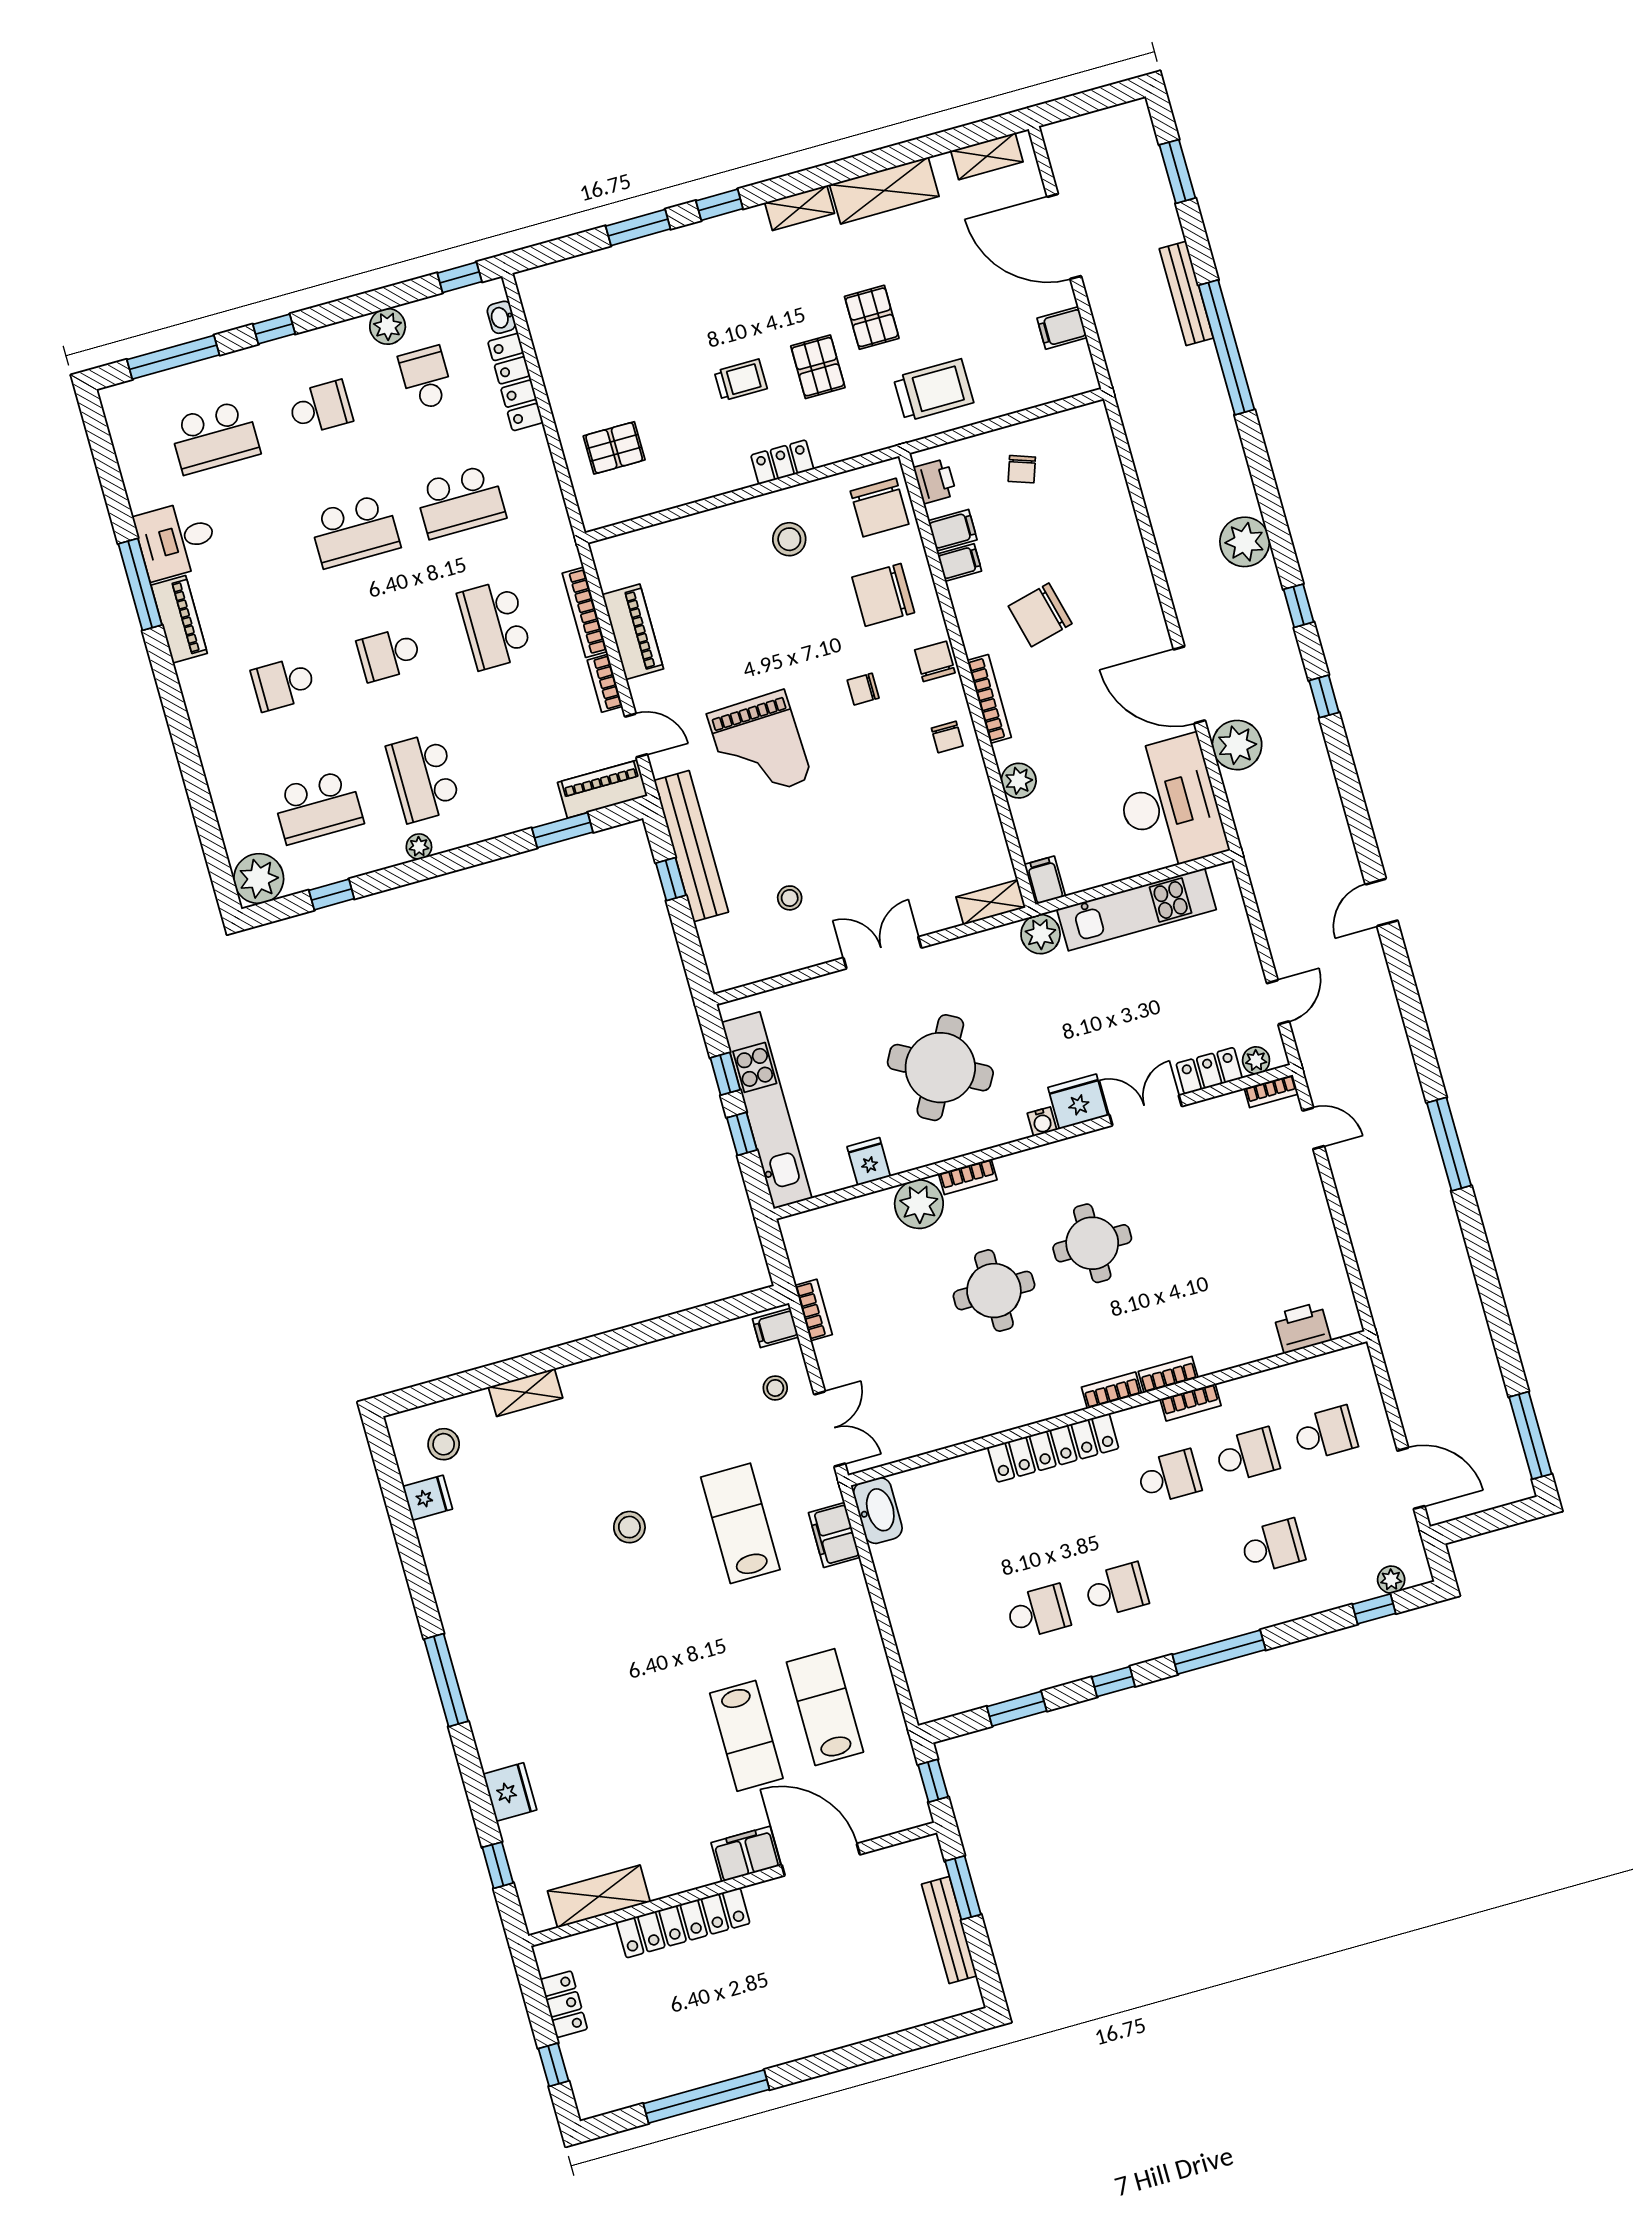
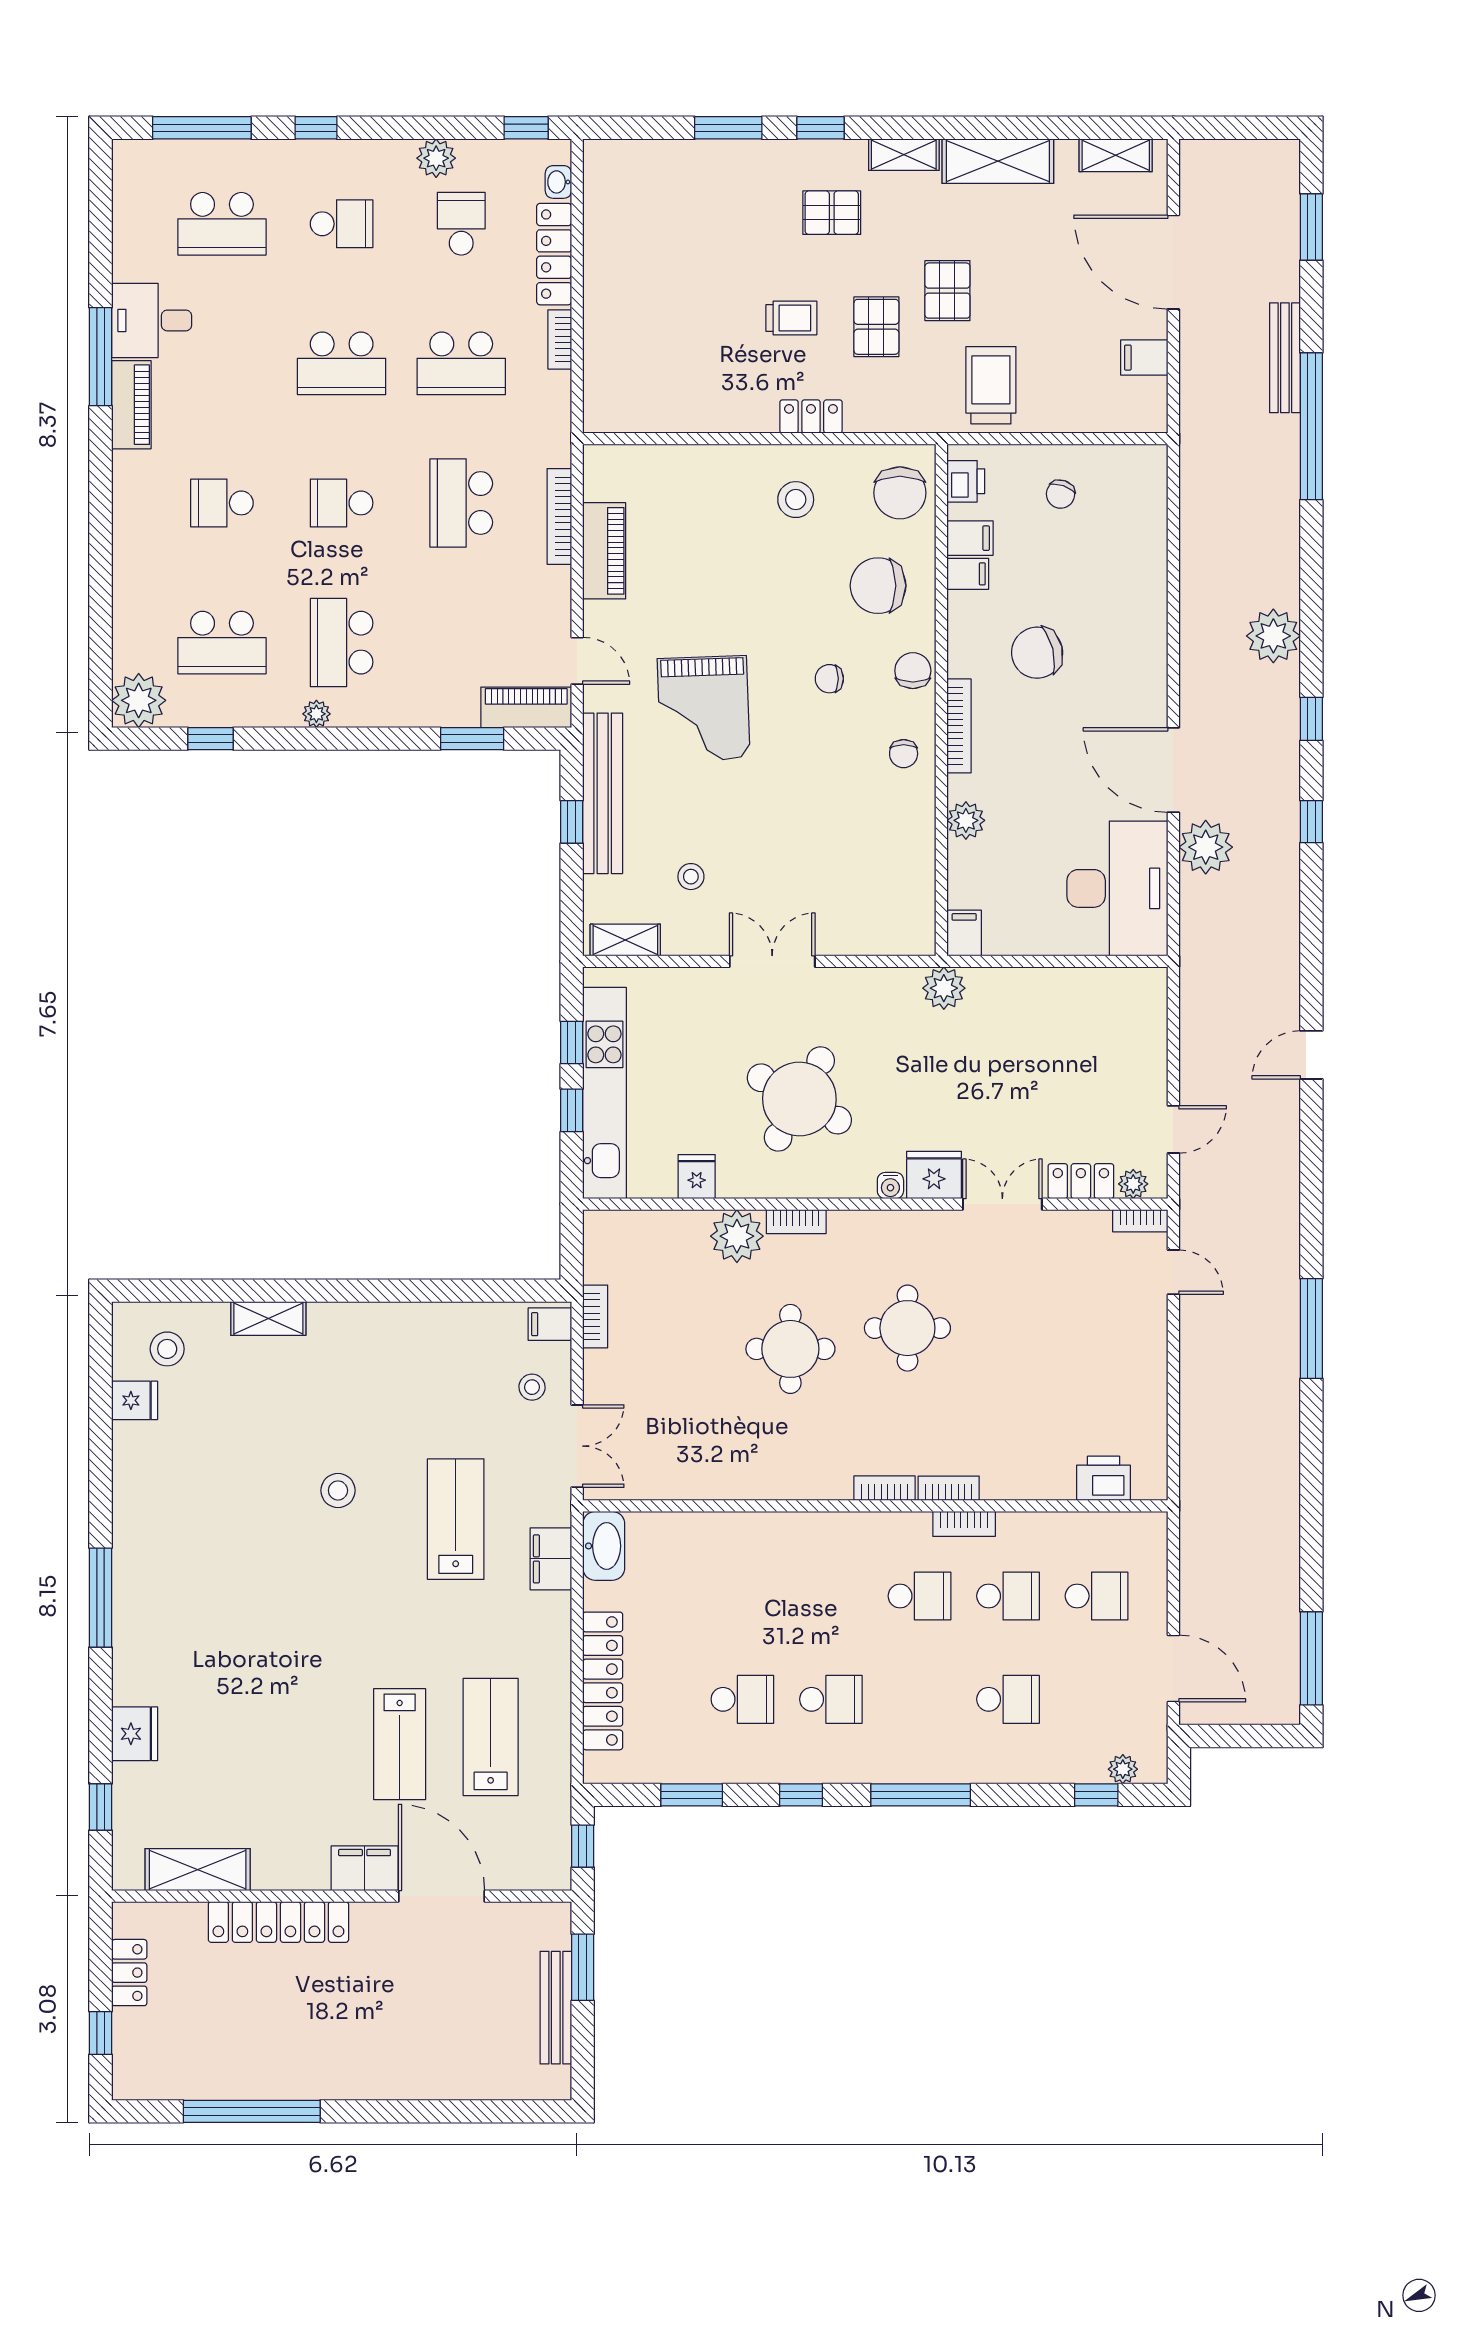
trolley: (933, 390) -> (991, 385), turned -90
pallet: (614, 448) -> (832, 213), moved
bookcase: (605, 683) -> (560, 339), moved
shelving: (991, 902) -> (625, 940), moved
kitchen unit: (1137, 909) -> (1052, 990), removed
locker: (1053, 1448) -> (603, 1681), moved, turned -90

